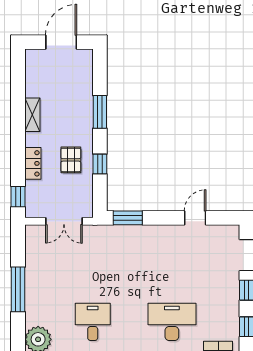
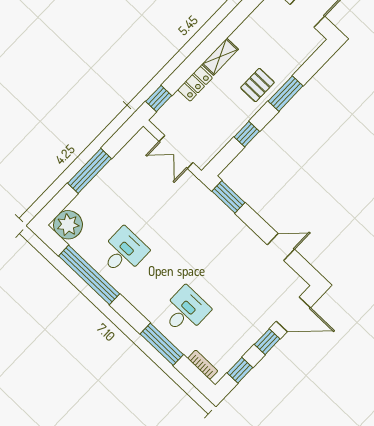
shelving: (32, 115) -> (220, 57), moved
pallet: (71, 160) -> (257, 85), moved
desk: (172, 322) -> (185, 311), width x0.73

